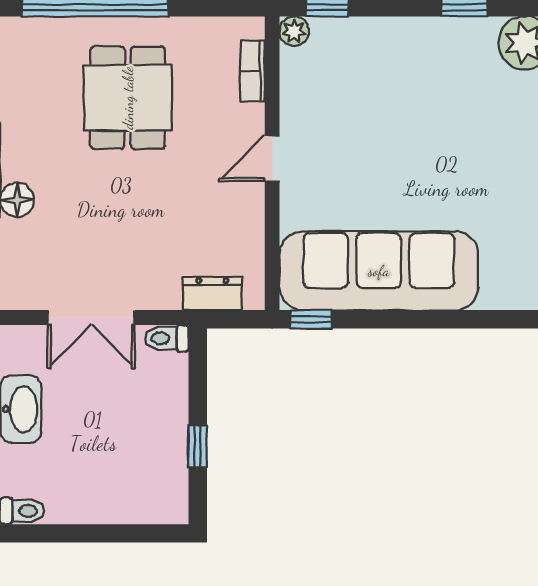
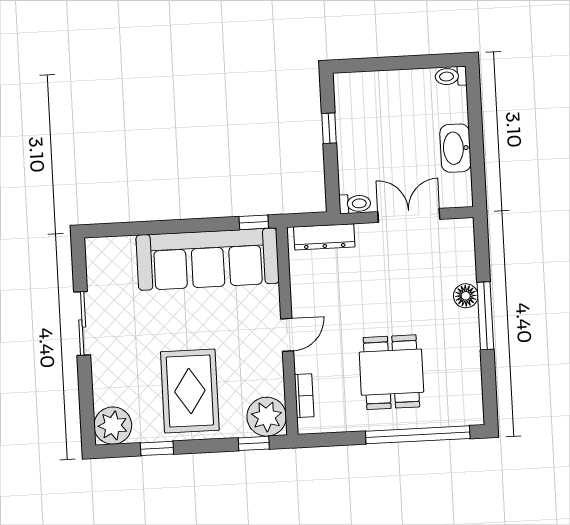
plant: (294, 31) -> (267, 417), width x1.87, depth x1.87
rug: (414, 86) -> (190, 391), added
dresser: (212, 294) -> (324, 237), width x1.44

